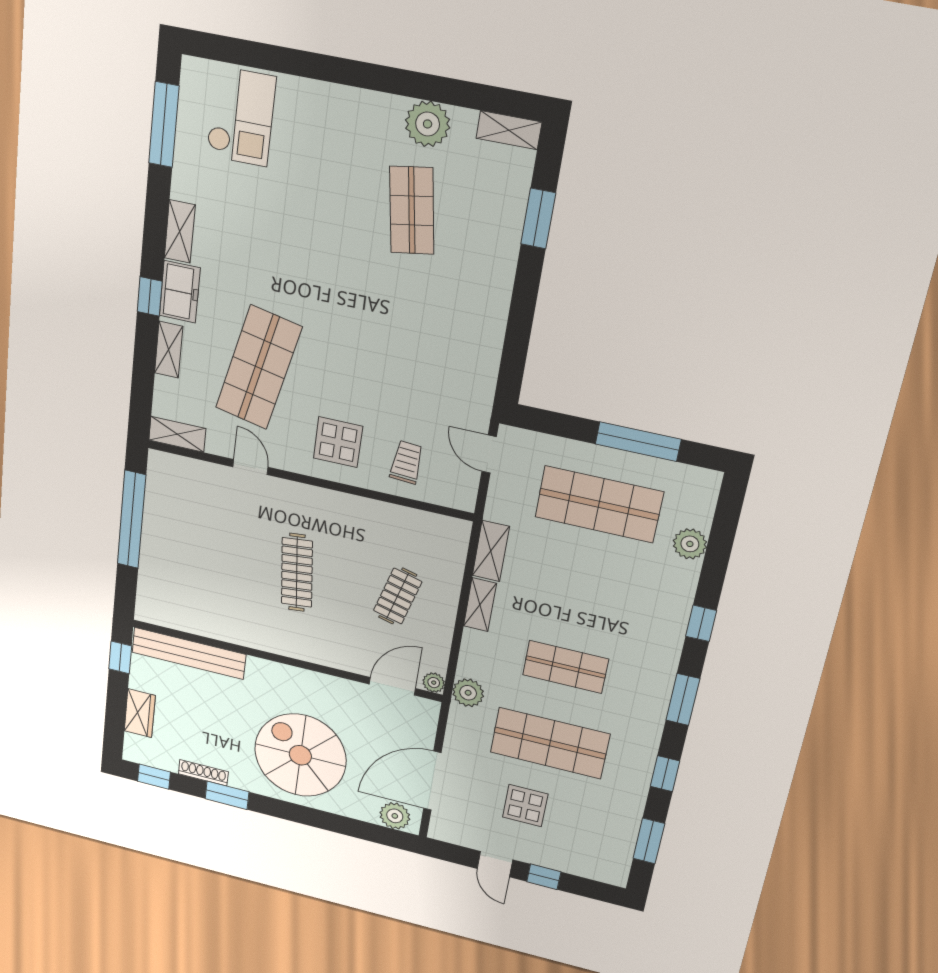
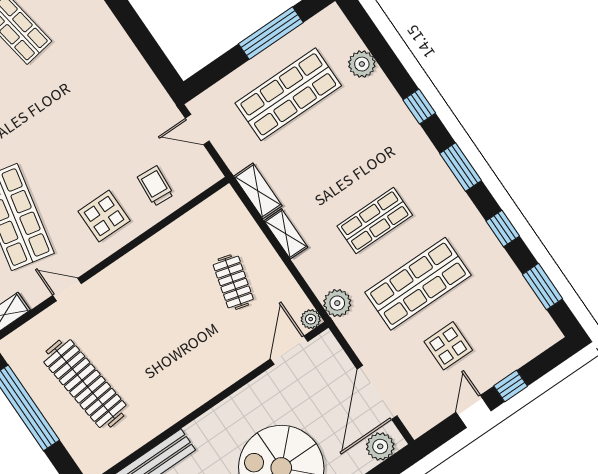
clothes rail: (297, 572) -> (85, 384), moved, width x1.37, depth x1.31
door: (495, 864) -> (474, 411), swing flipped

